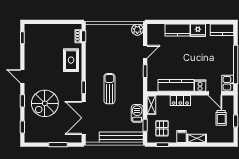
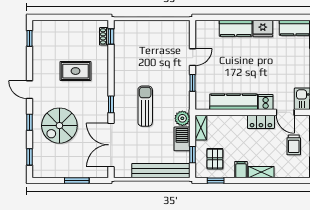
plant: (137, 30) -> (182, 118), moved
rug: (71, 60) -> (75, 71), moved, turned 90
locker: (180, 100) -> (261, 122), moved

